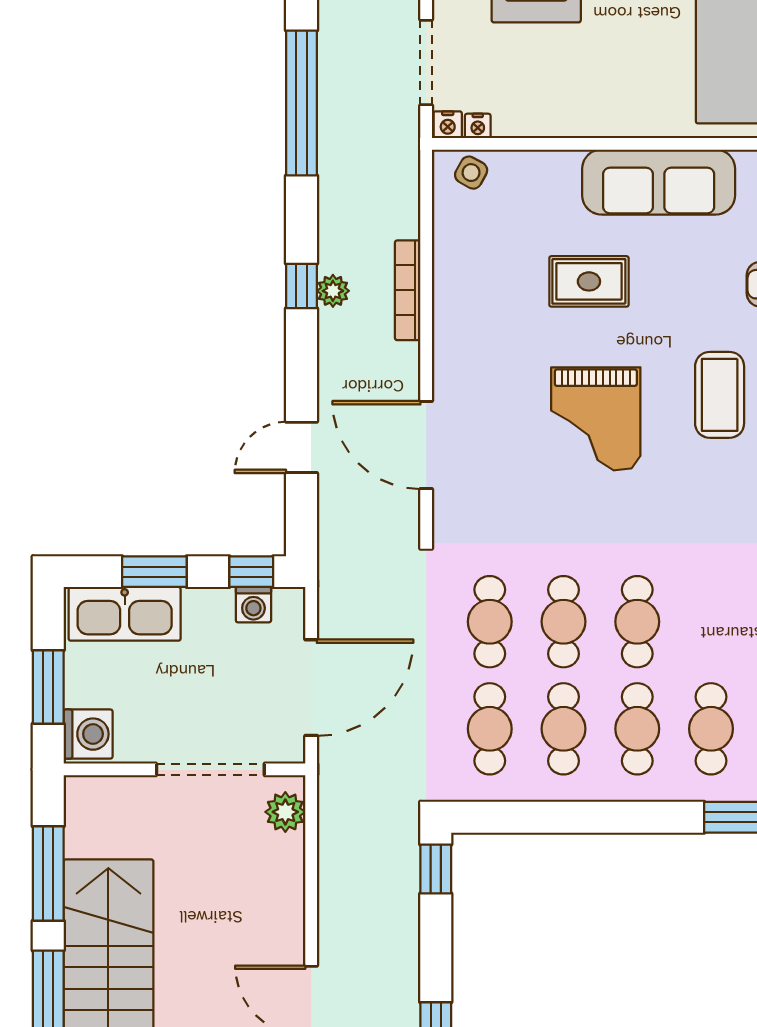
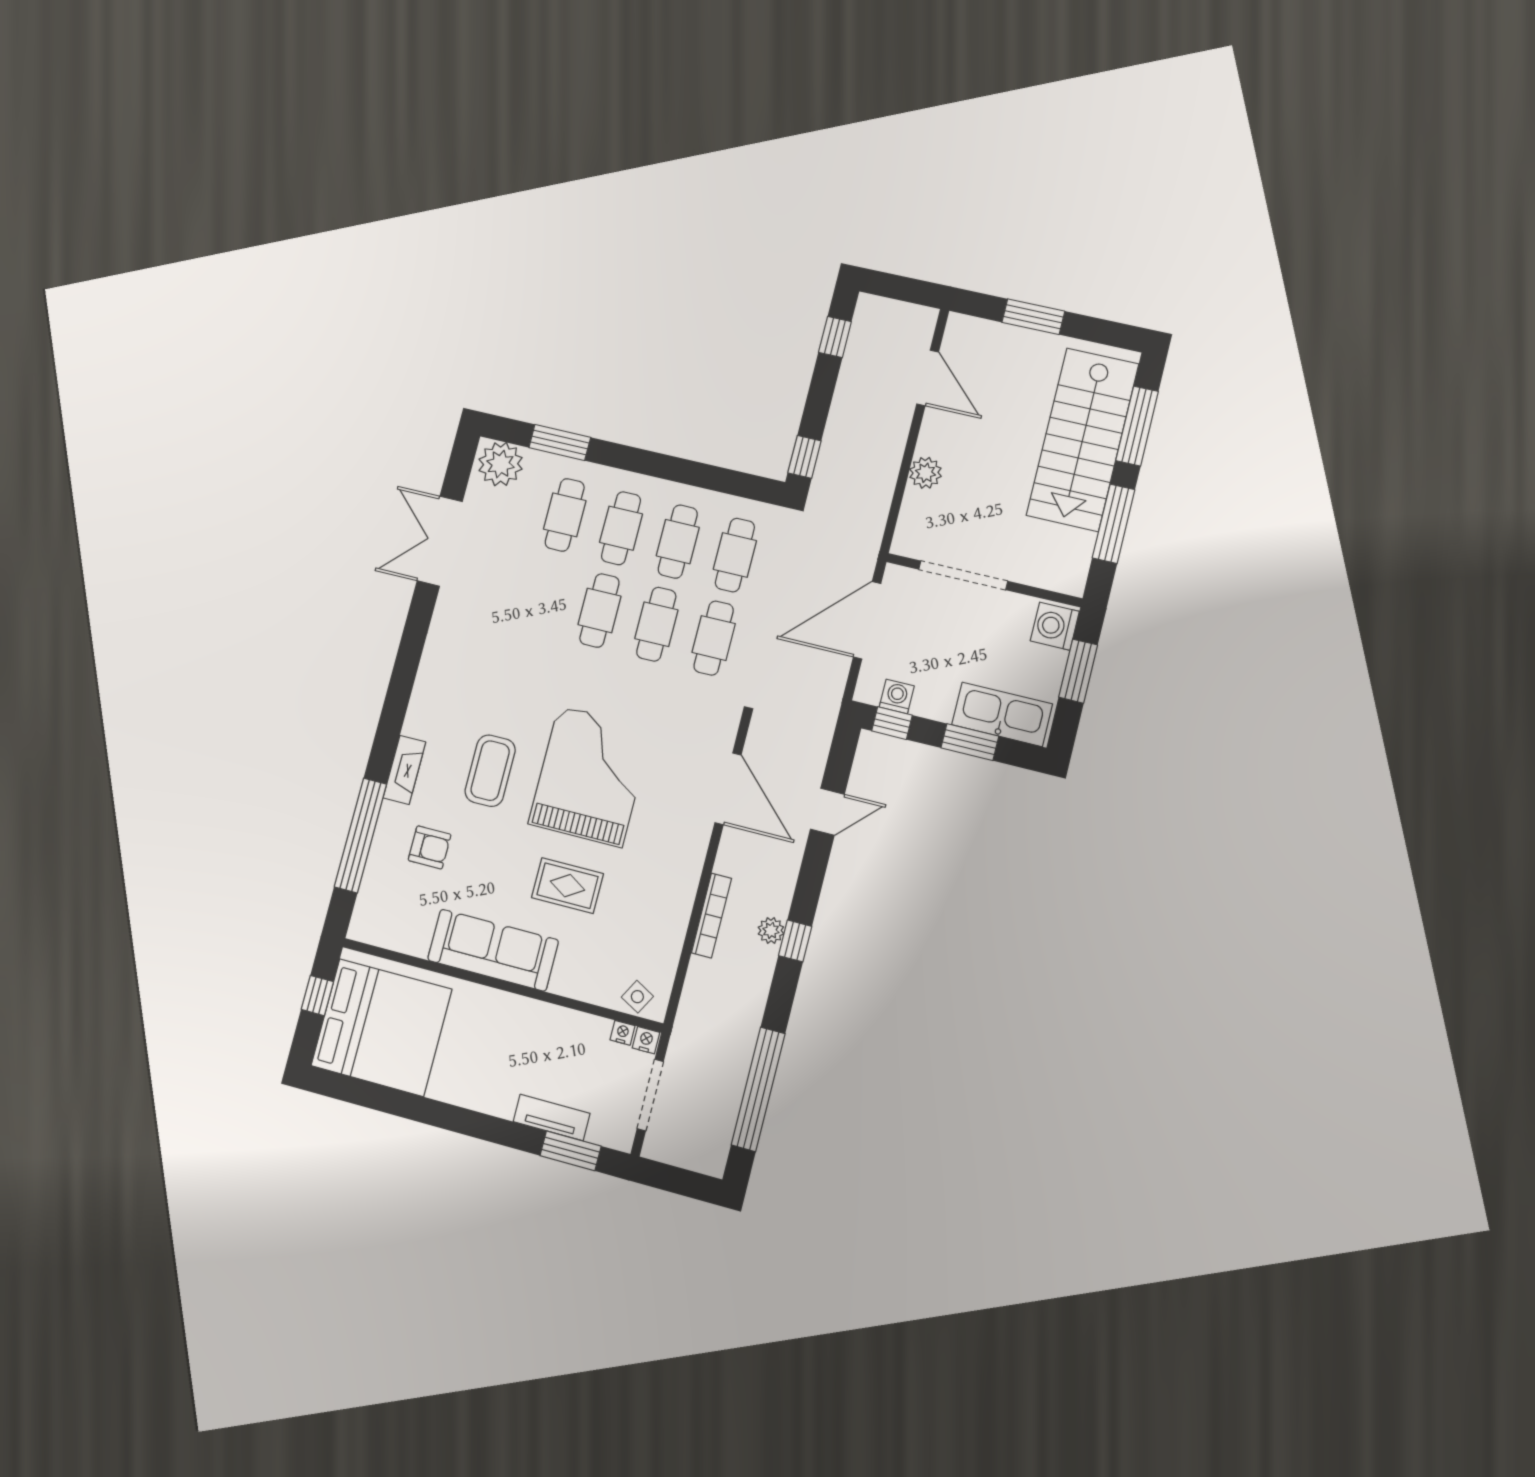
grand piano: (596, 419) -> (590, 776), width x1.37, depth x1.48
plant: (285, 812) -> (925, 473), moved

